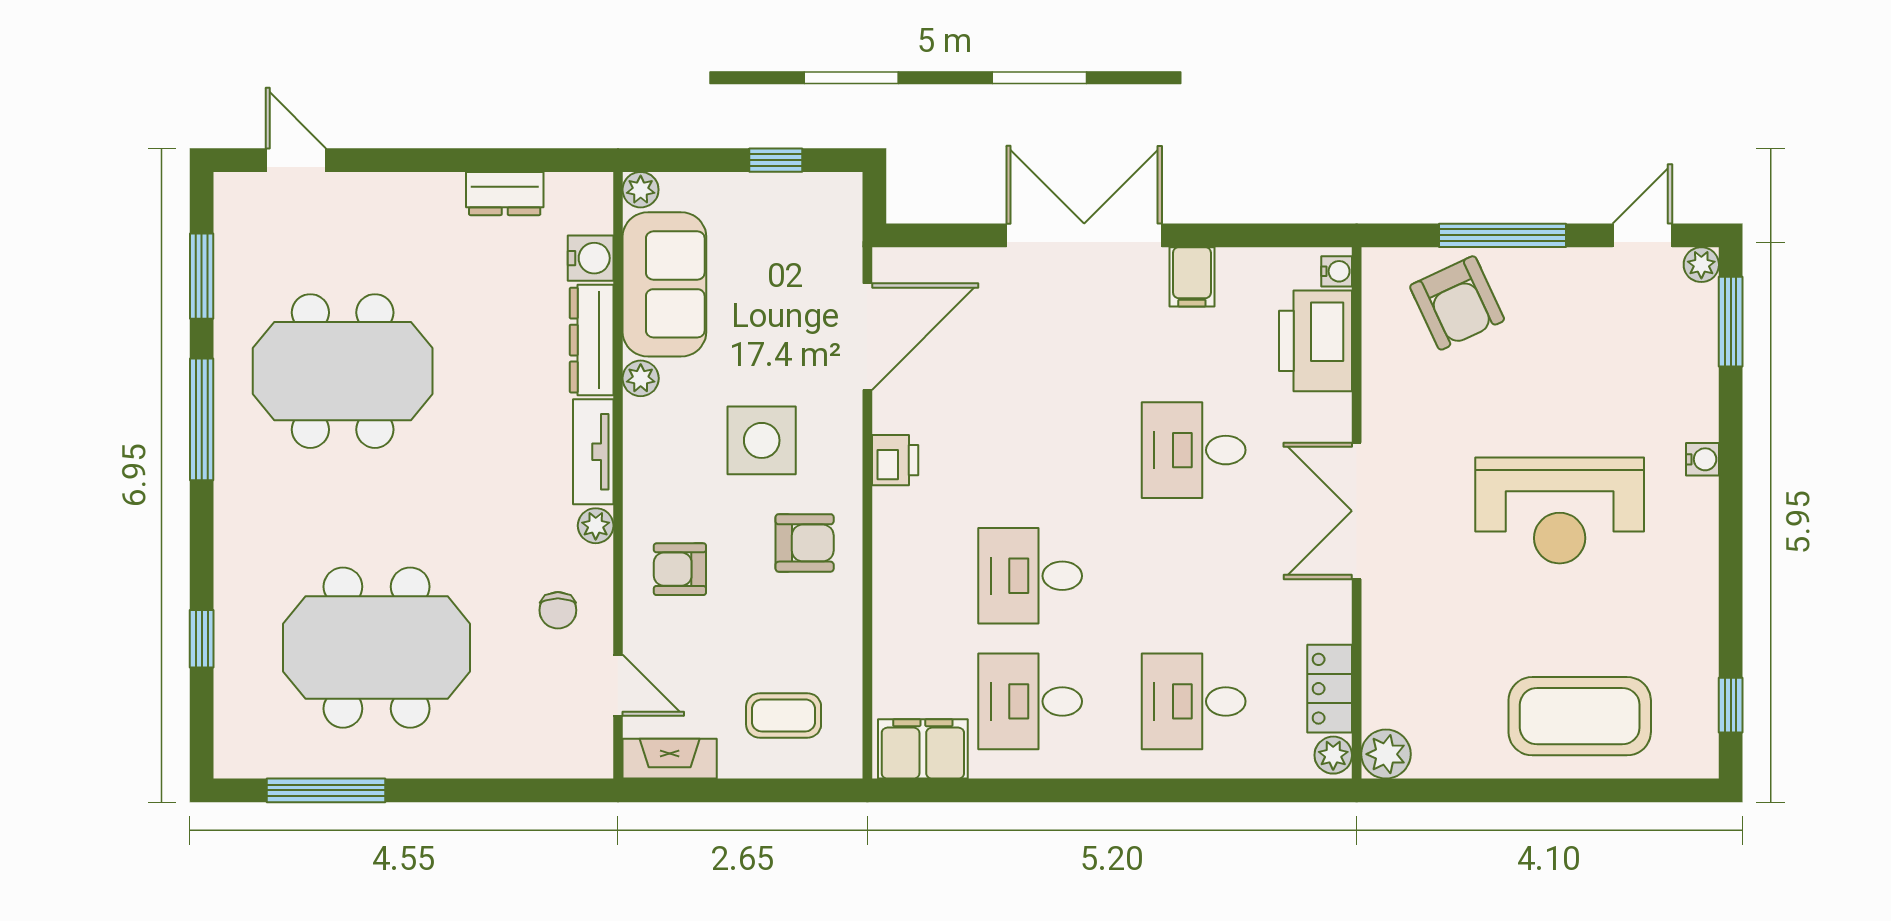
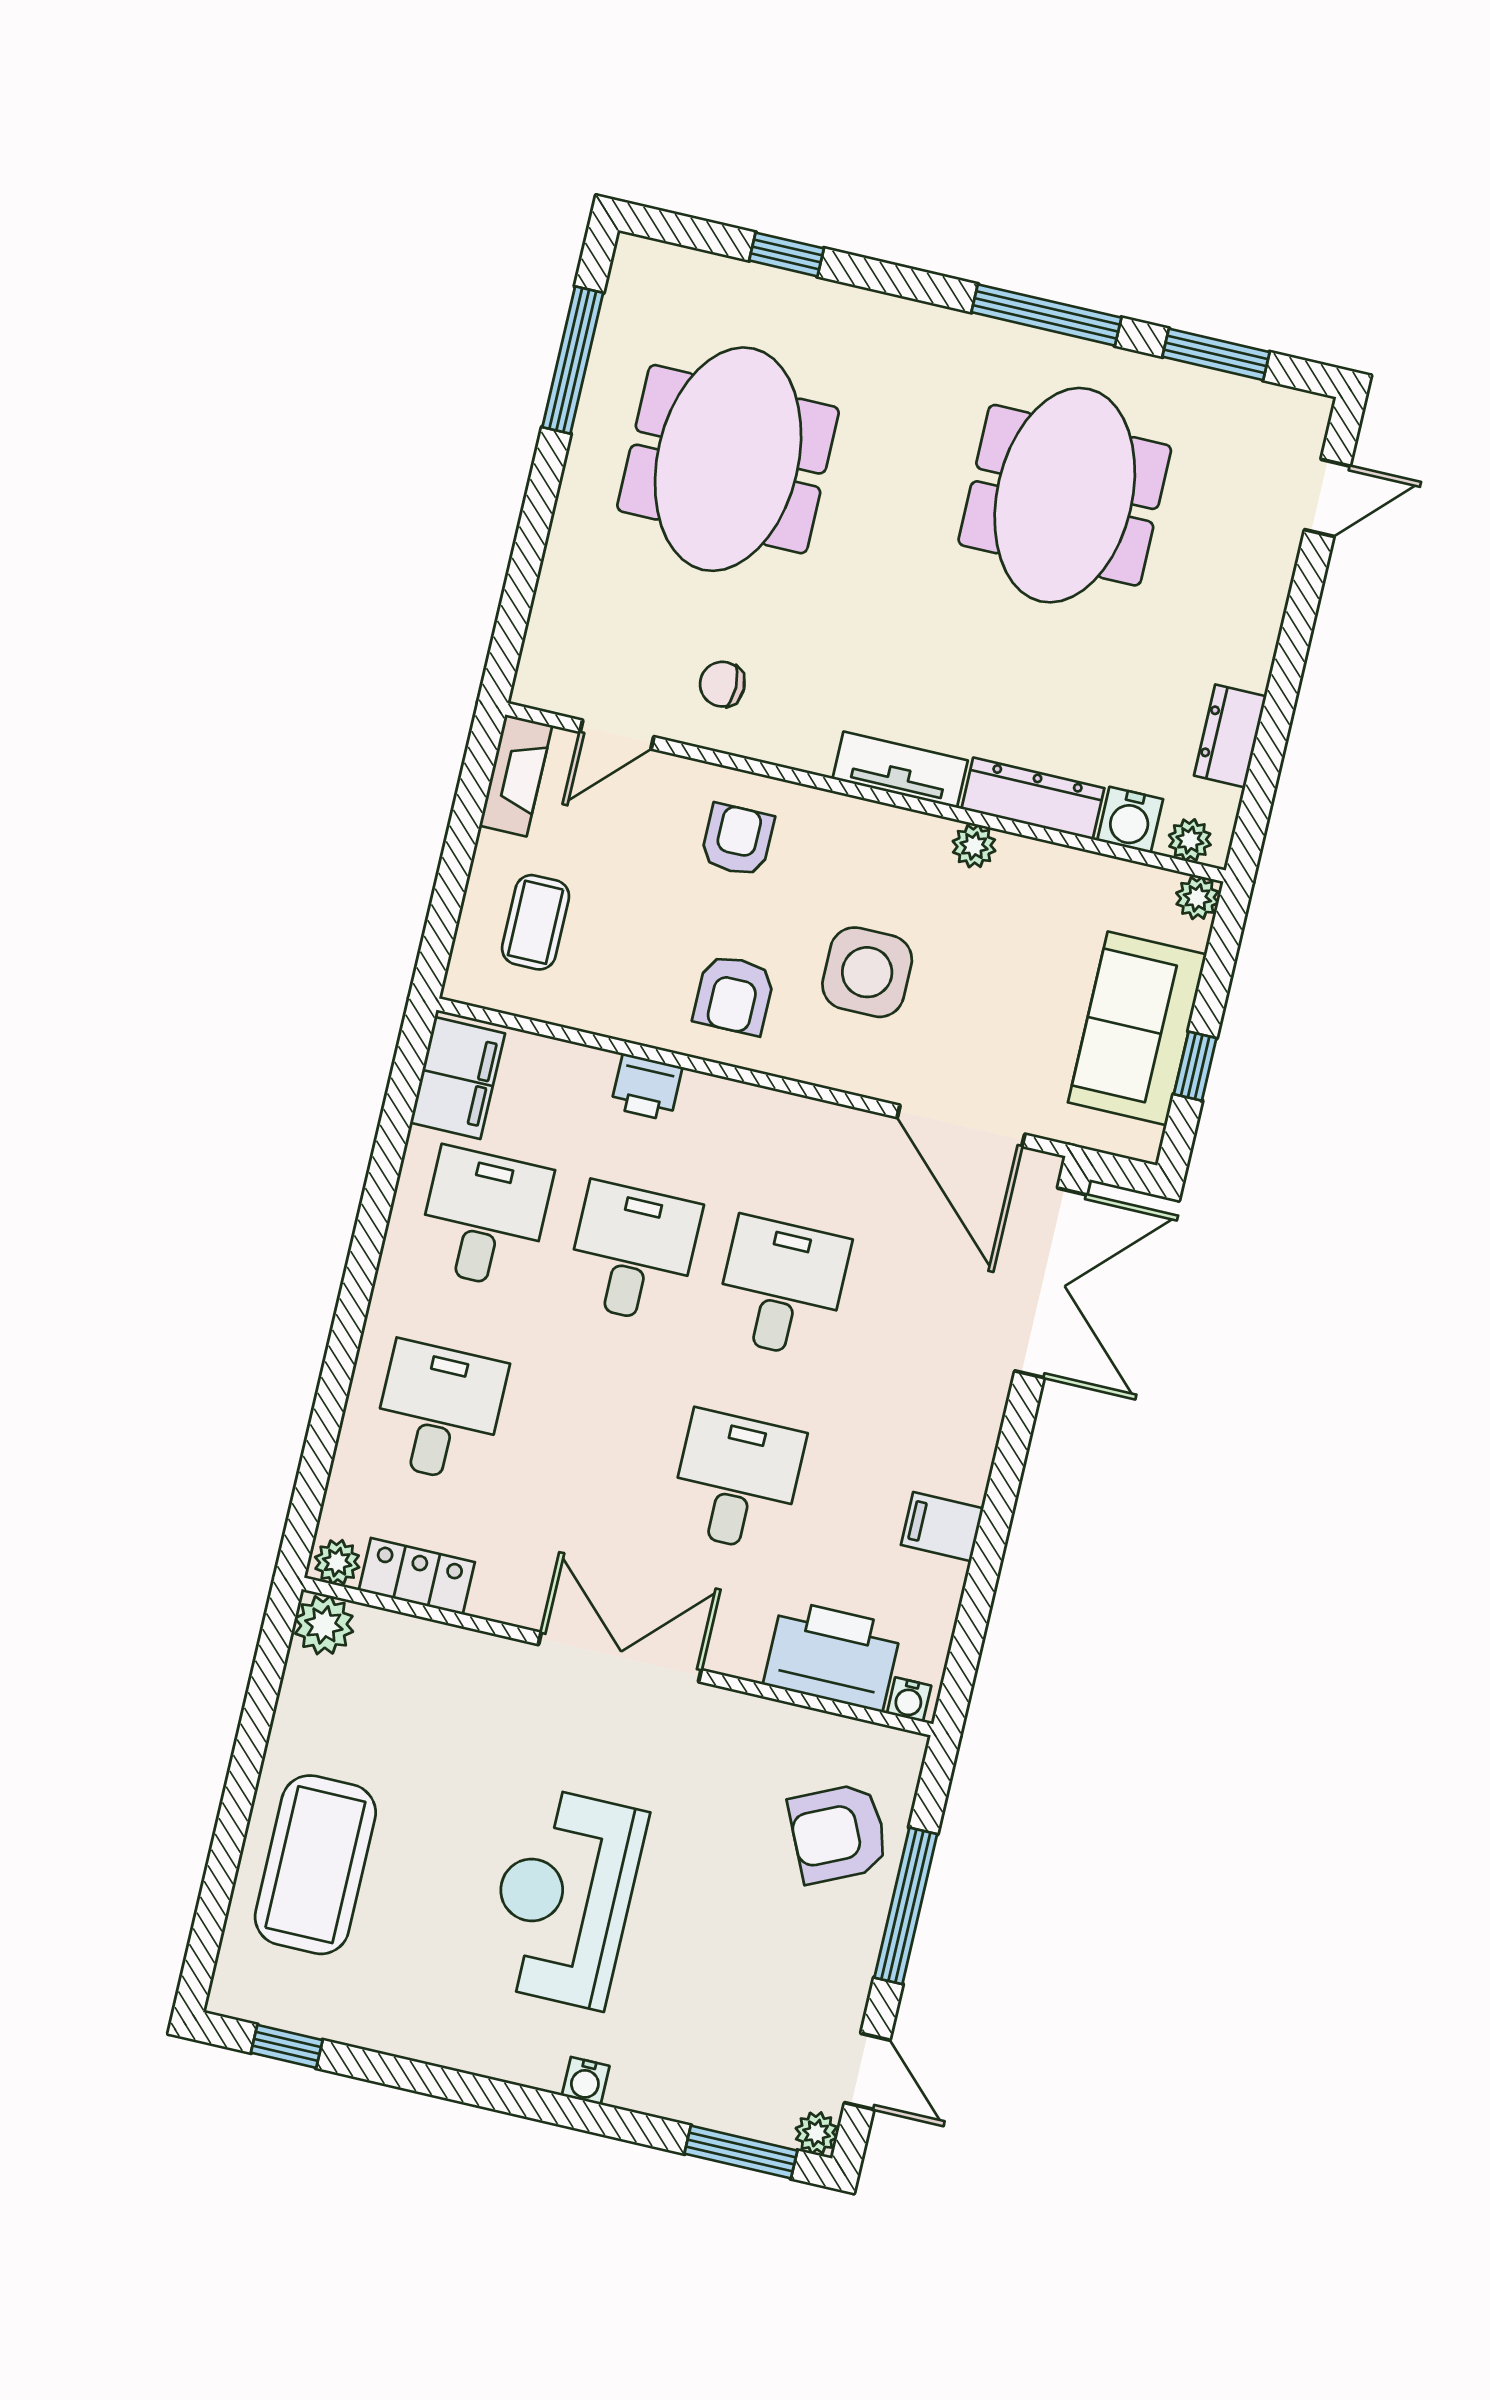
double door: (1084, 235) -> (1051, 1283), moved
sofa: (664, 284) -> (1137, 1028), moved, turned 90
desk: (1030, 450) -> (782, 1287), added
printer: (895, 460) -> (646, 1087), moved
plant: (596, 526) -> (1190, 840), moved

